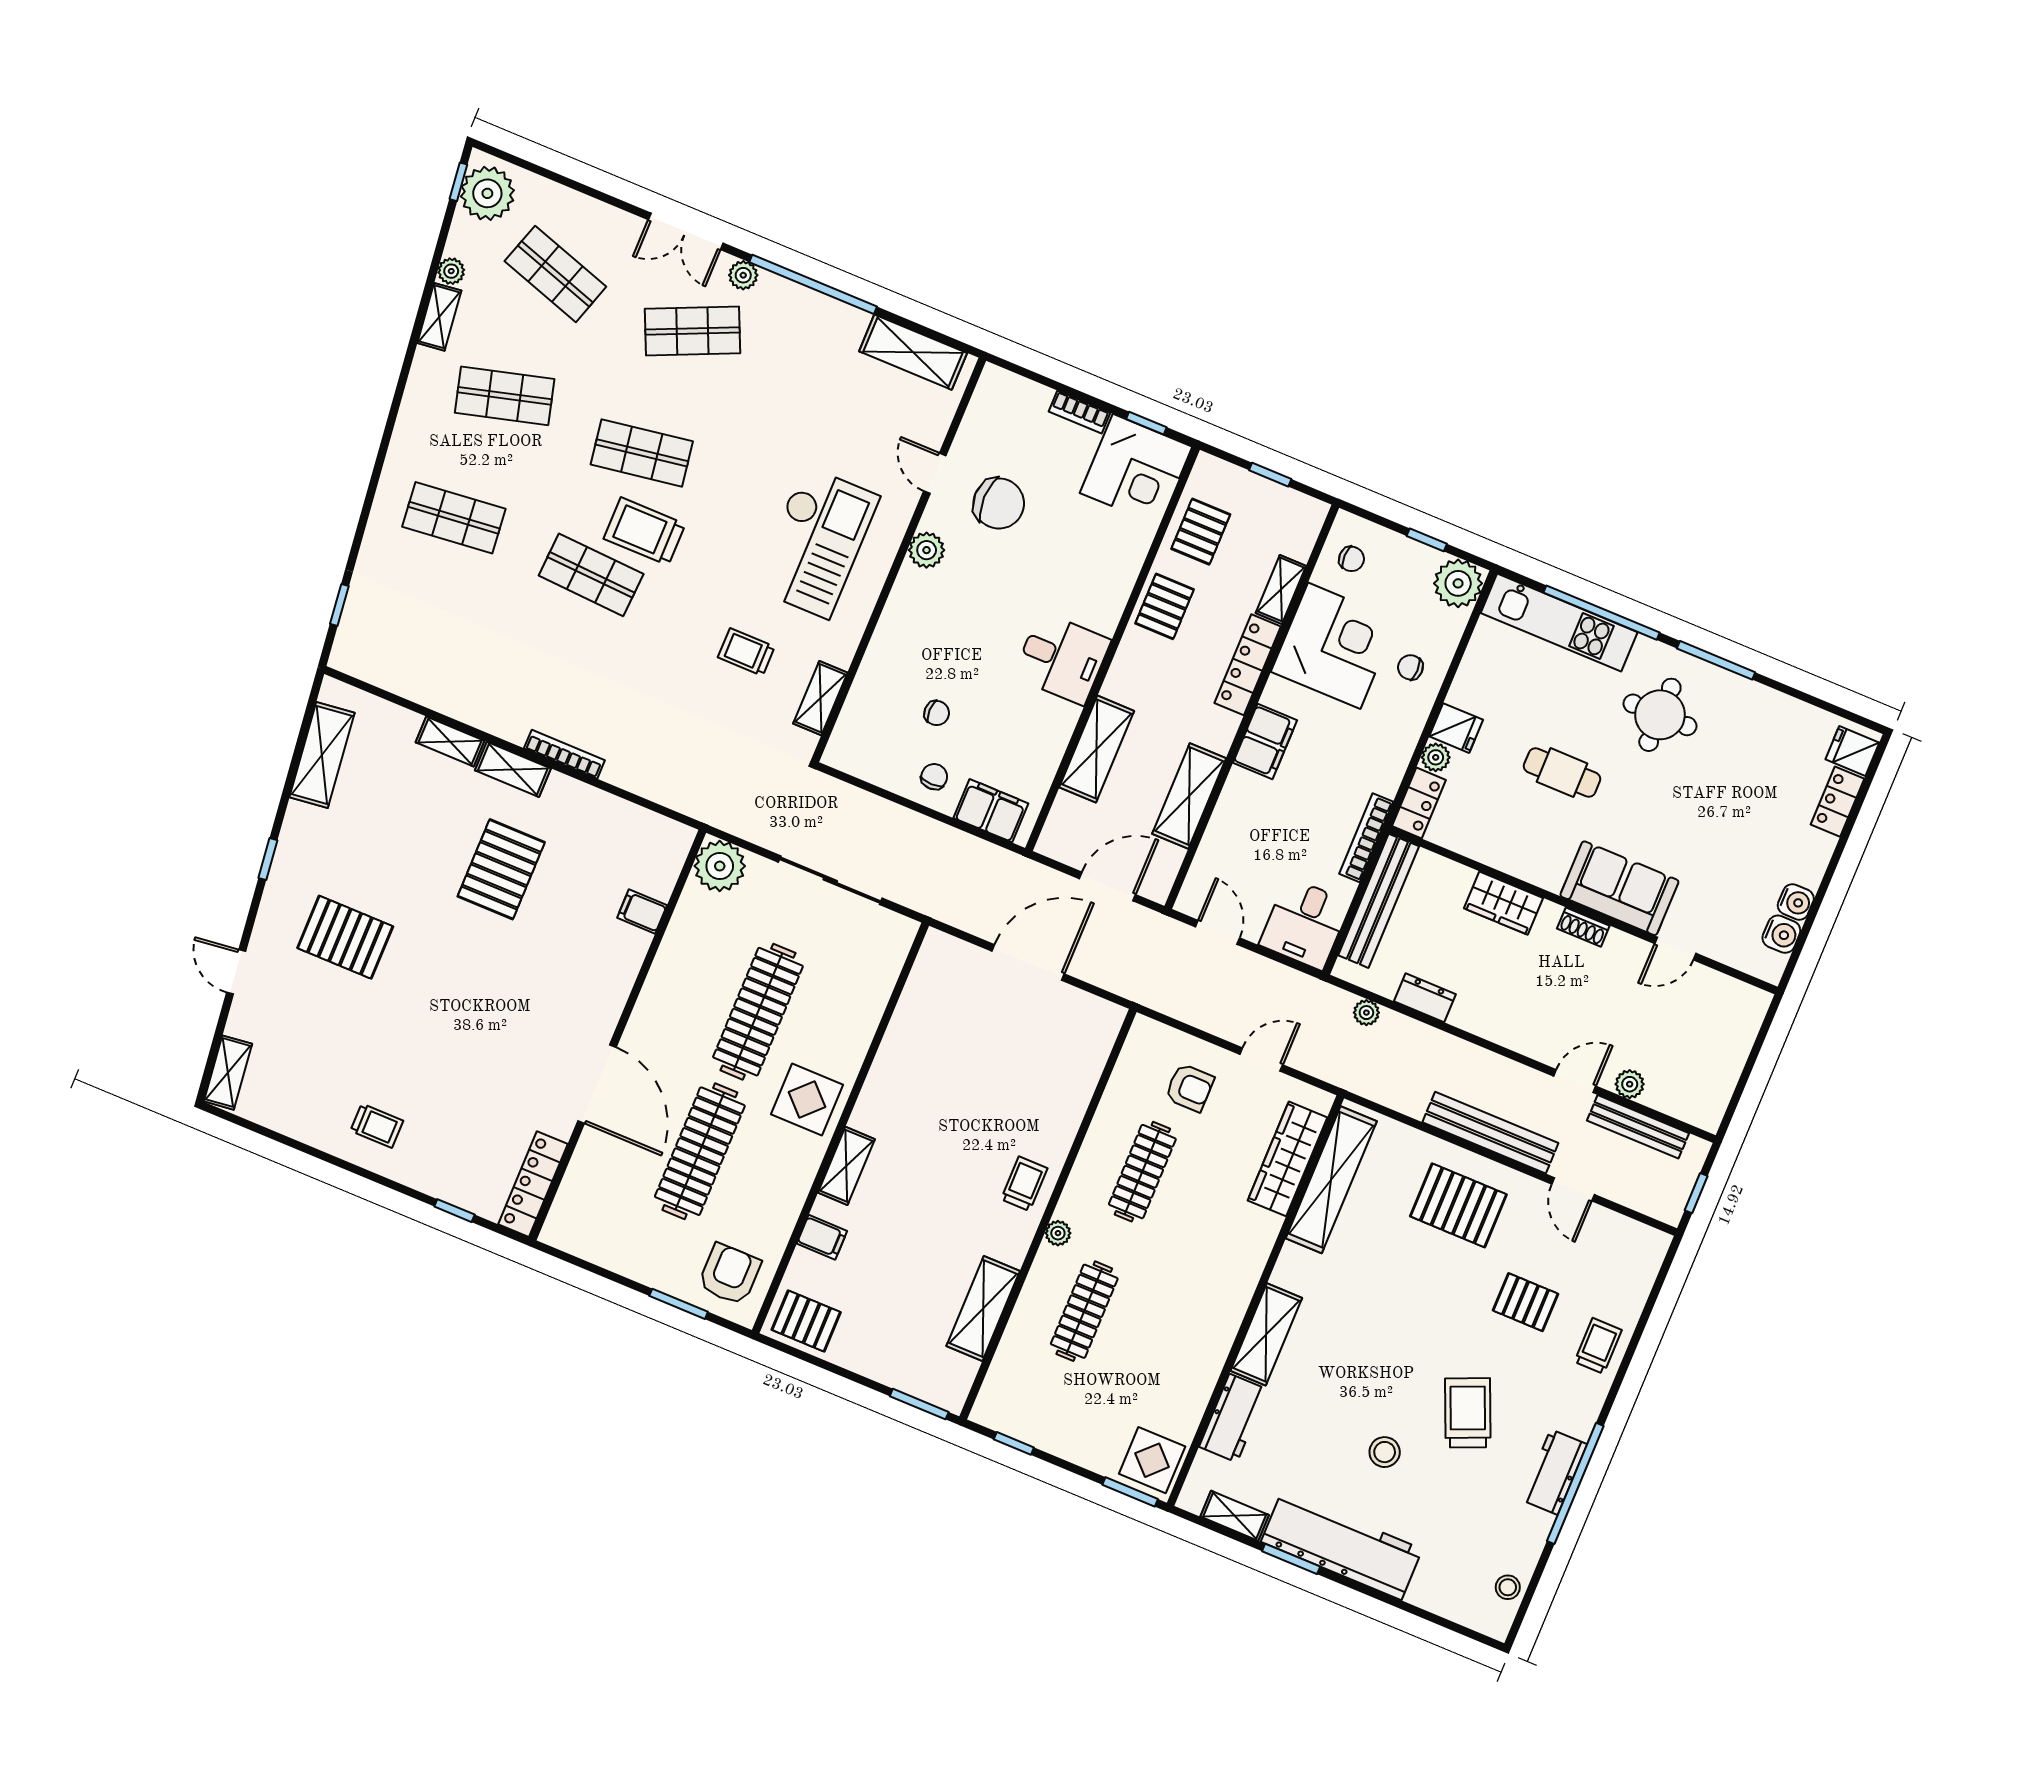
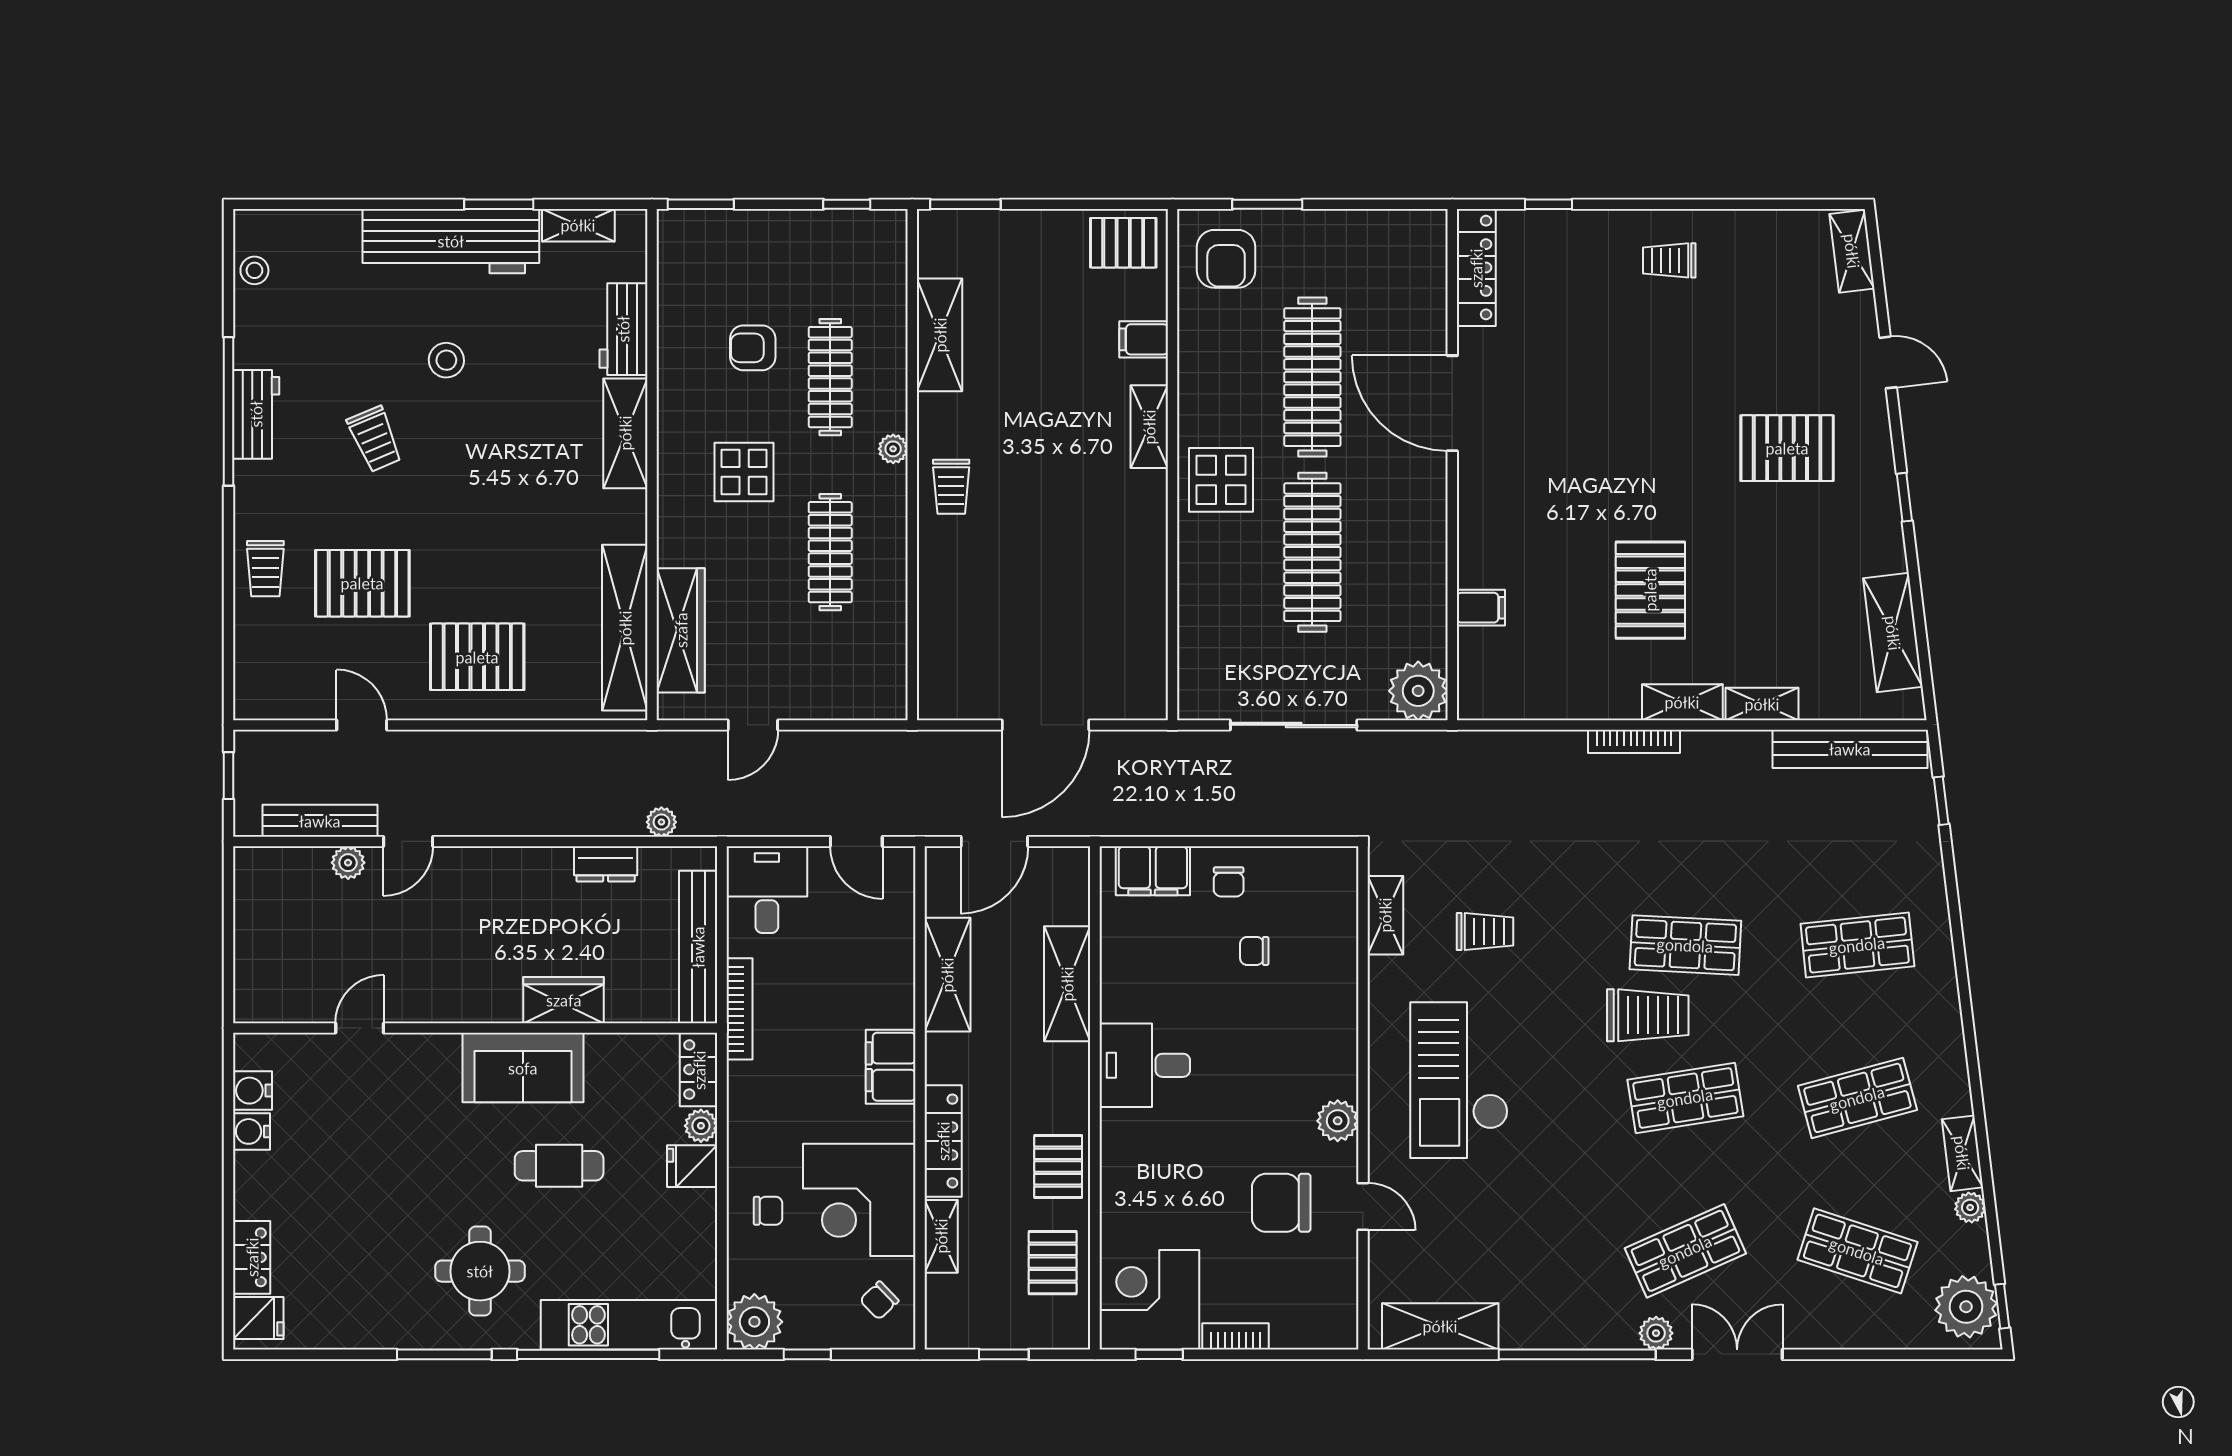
chair: (1352, 559) -> (879, 1300), turned -44
sofa: (1619, 888) -> (523, 1068), moved
shoe rack: (1583, 927) -> (468, 1010), removed
armchair: (1190, 1088) -> (753, 348), moved
bench: (1490, 1133) -> (1850, 749), moved
pallet: (1525, 1302) -> (362, 583), width x1.50, depth x1.42
trolley: (1468, 1413) -> (375, 439), width x0.73, depth x0.72
display table: (1152, 1460) -> (744, 472), moved

